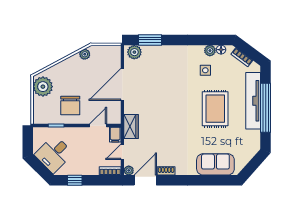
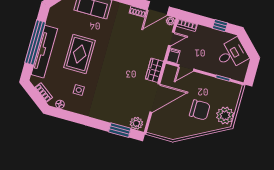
plant: (210, 51) -> (70, 106), removed
plant: (85, 54) -> (180, 133), removed
chair: (70, 105) -> (200, 110), moved, turned 90
wardrobe: (131, 126) -> (154, 70), moved

